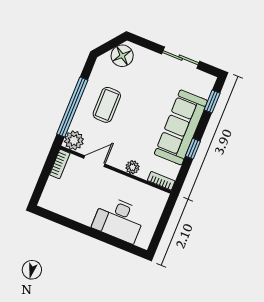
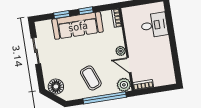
window: (212, 101) -> (62, 15), moved
coffee table: (107, 105) -> (91, 78), turned 69
plant: (132, 167) -> (121, 51), moved
desk: (119, 219) -> (154, 25), width x0.73

